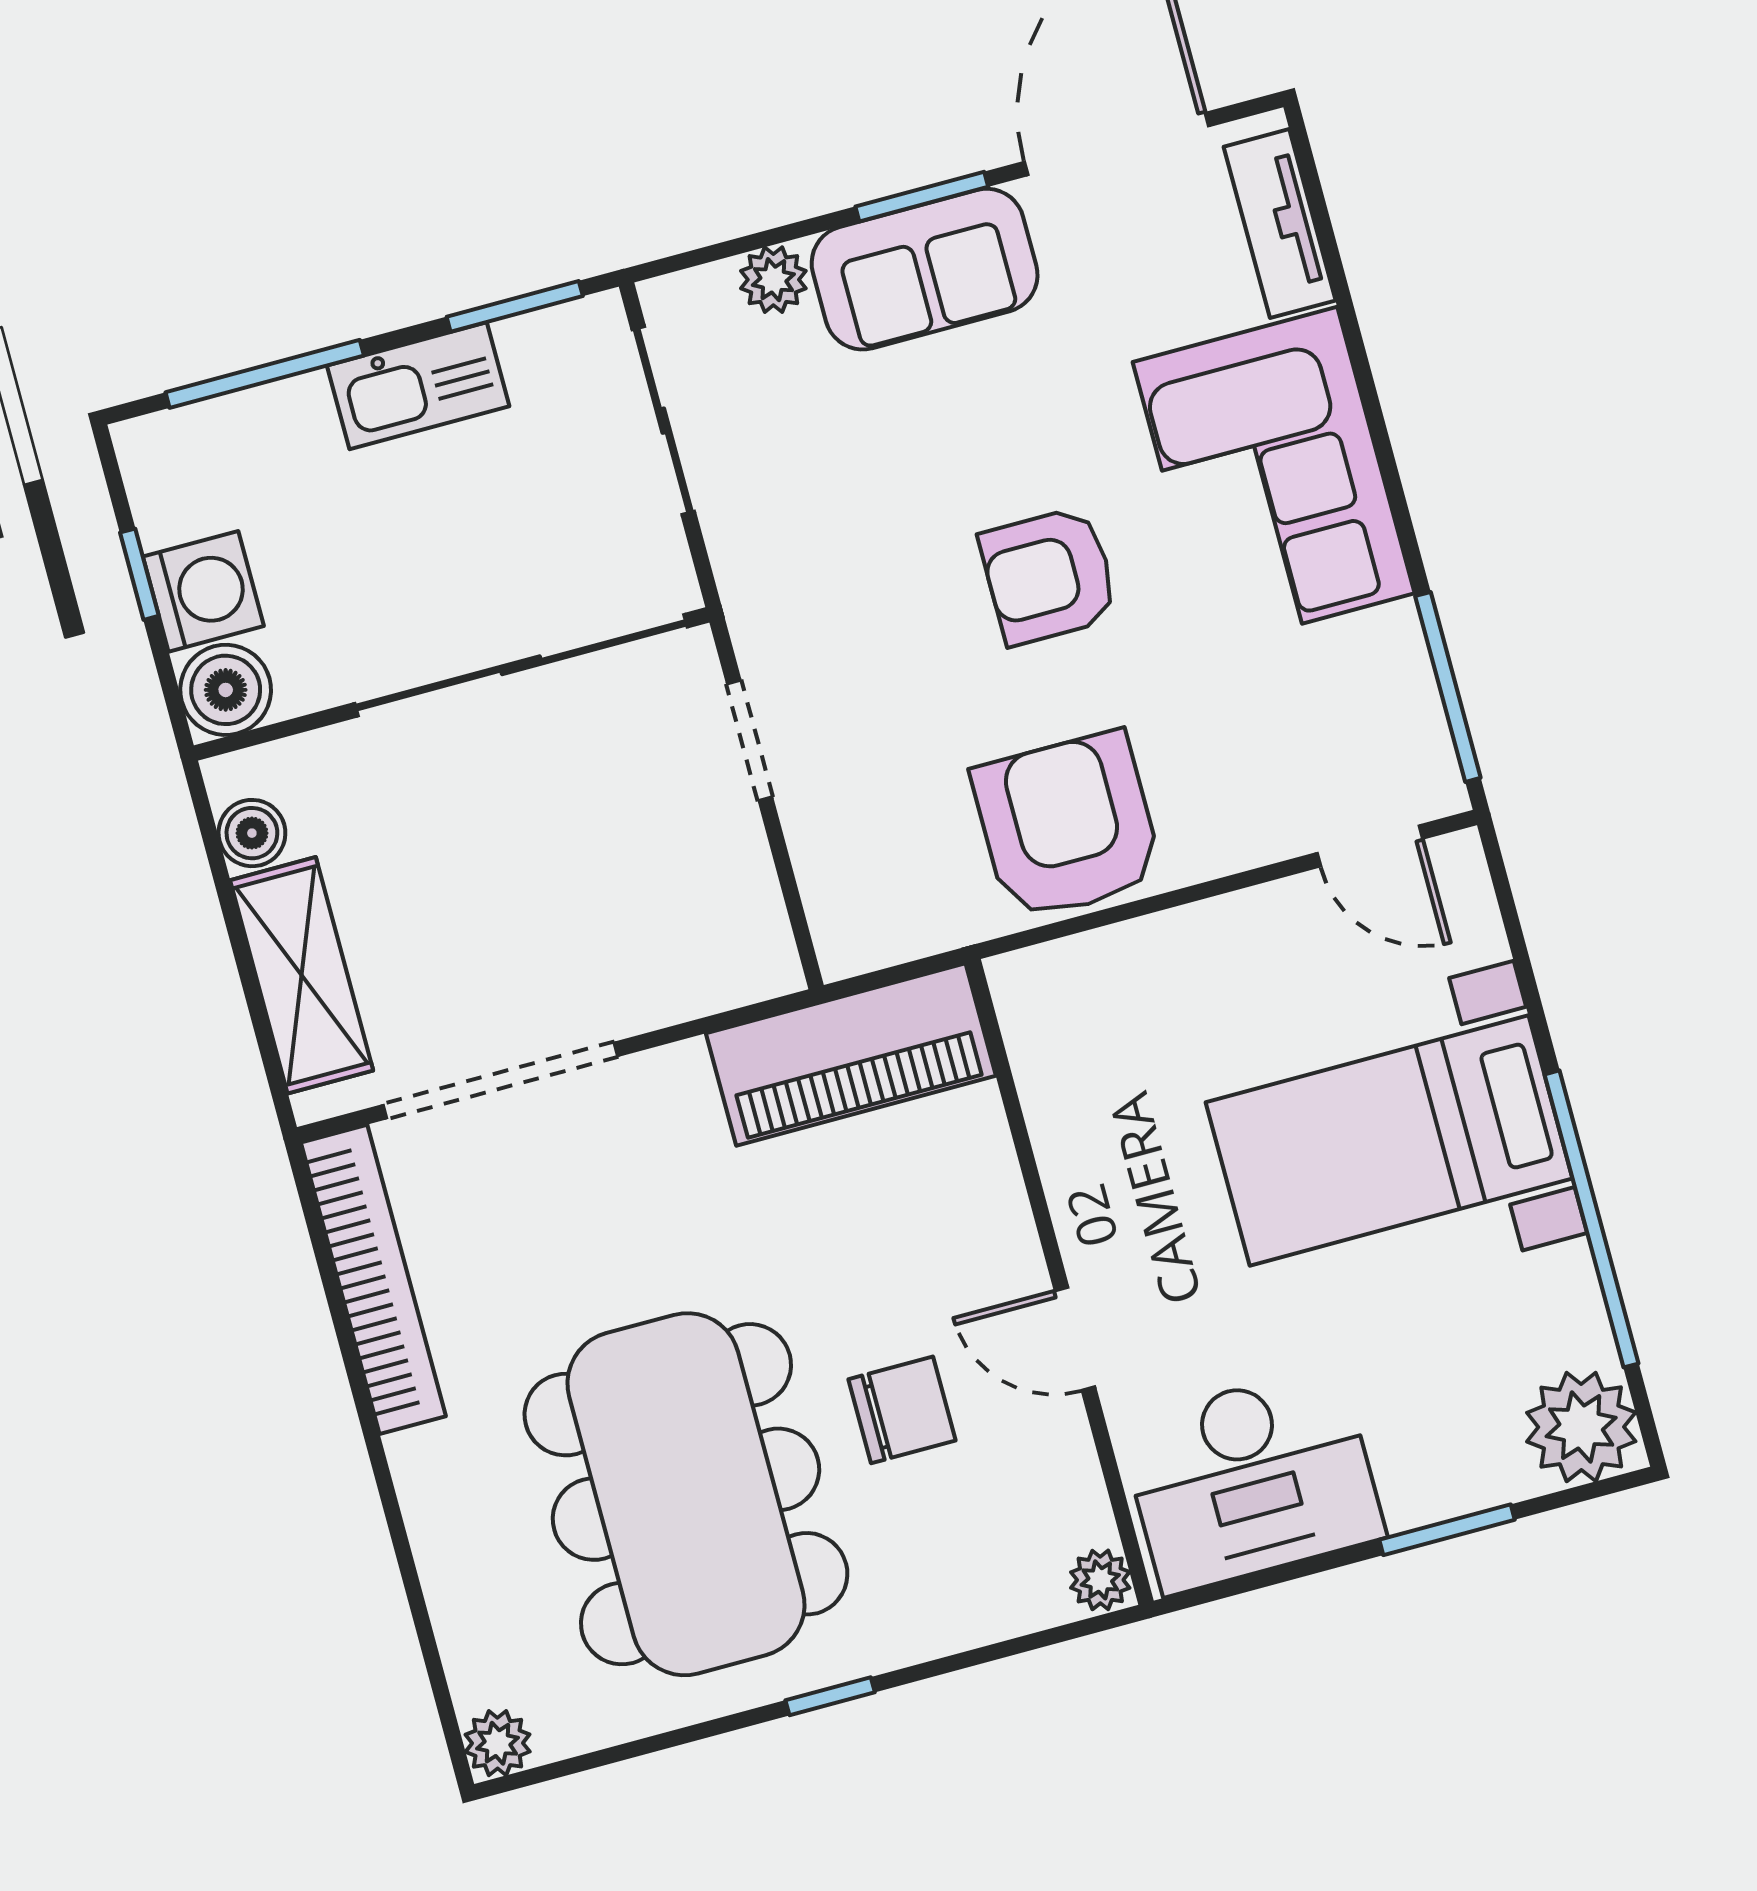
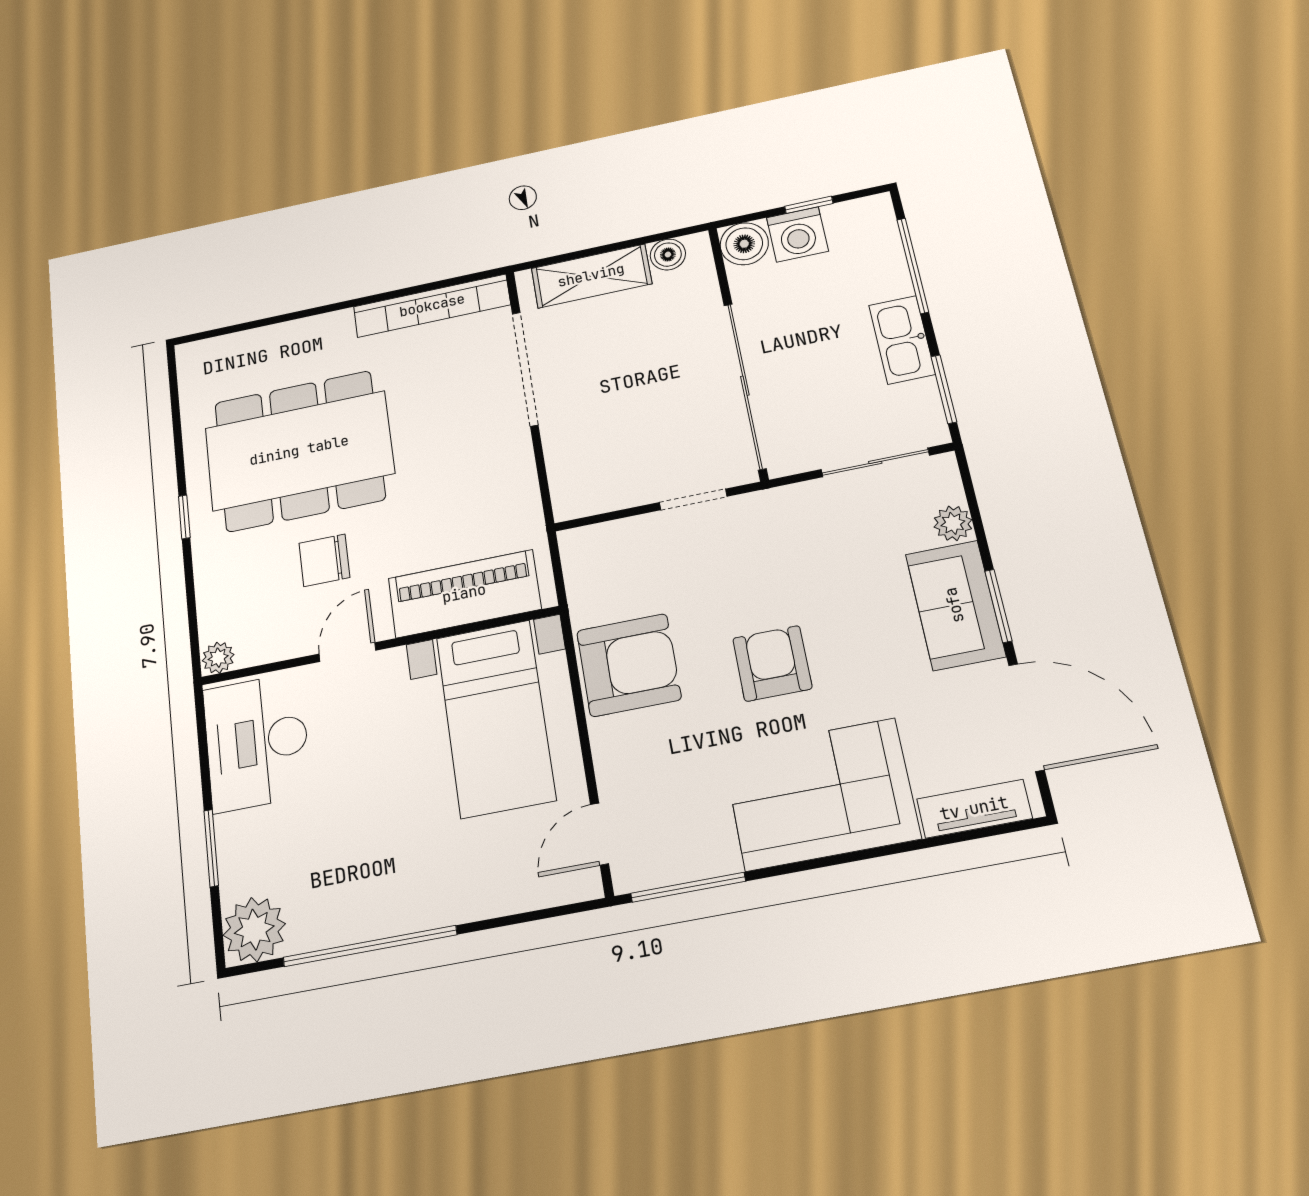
piano: (851, 1055) -> (464, 594), moved, turned 90
bed with nightstands: (1389, 1140) -> (495, 718), moved, turned 180
chair: (902, 1410) -> (324, 560), turned 90
plant: (498, 1743) -> (192, 357), removed

